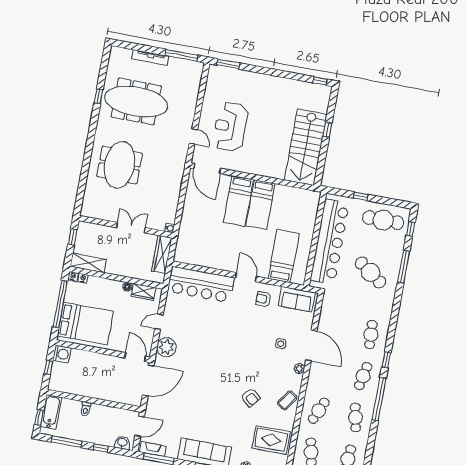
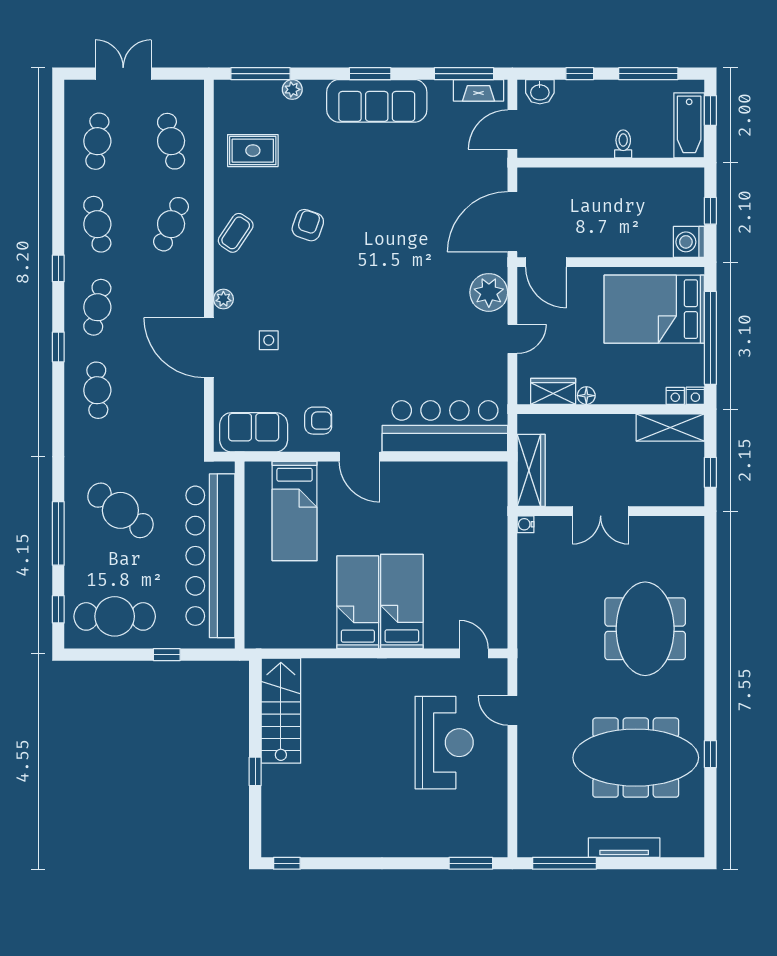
stairs: (306, 147) -> (281, 711), width x0.73, depth x0.66
door: (207, 168) -> (474, 653), width x0.53
armchair: (251, 398) -> (308, 225), turned 70
window: (379, 399) -> (58, 268), width x0.32
rug: (271, 440) -> (253, 151), width x0.73, depth x0.70

